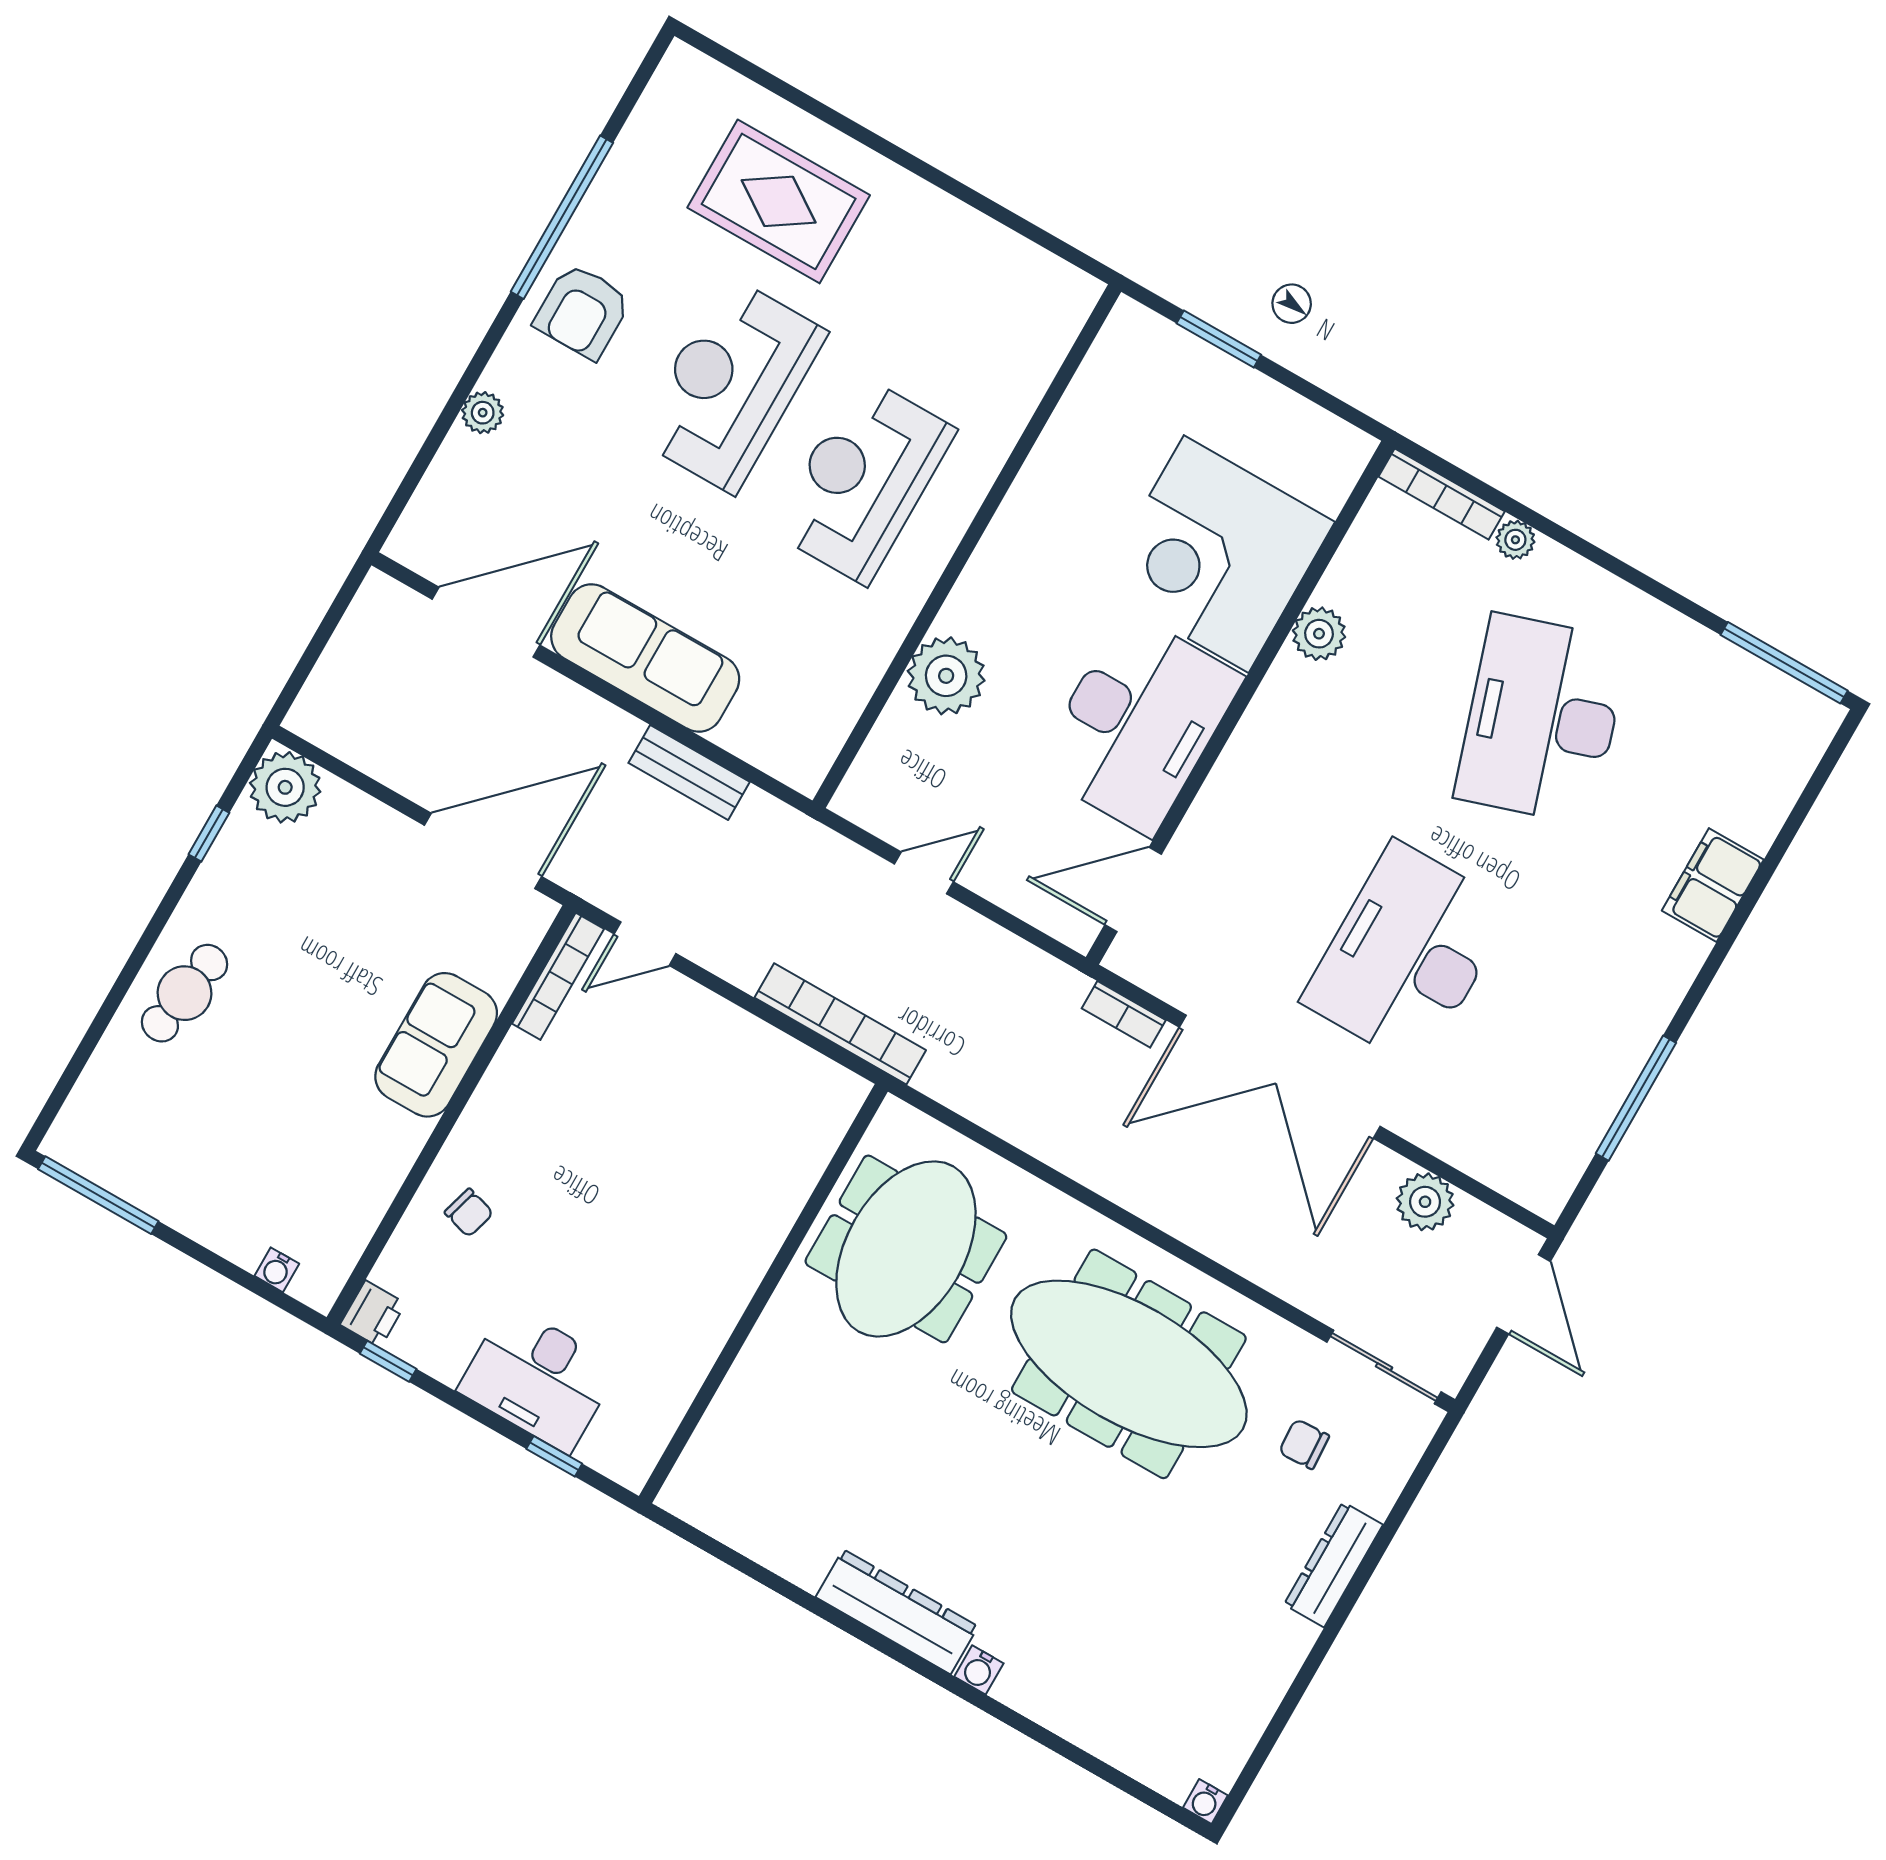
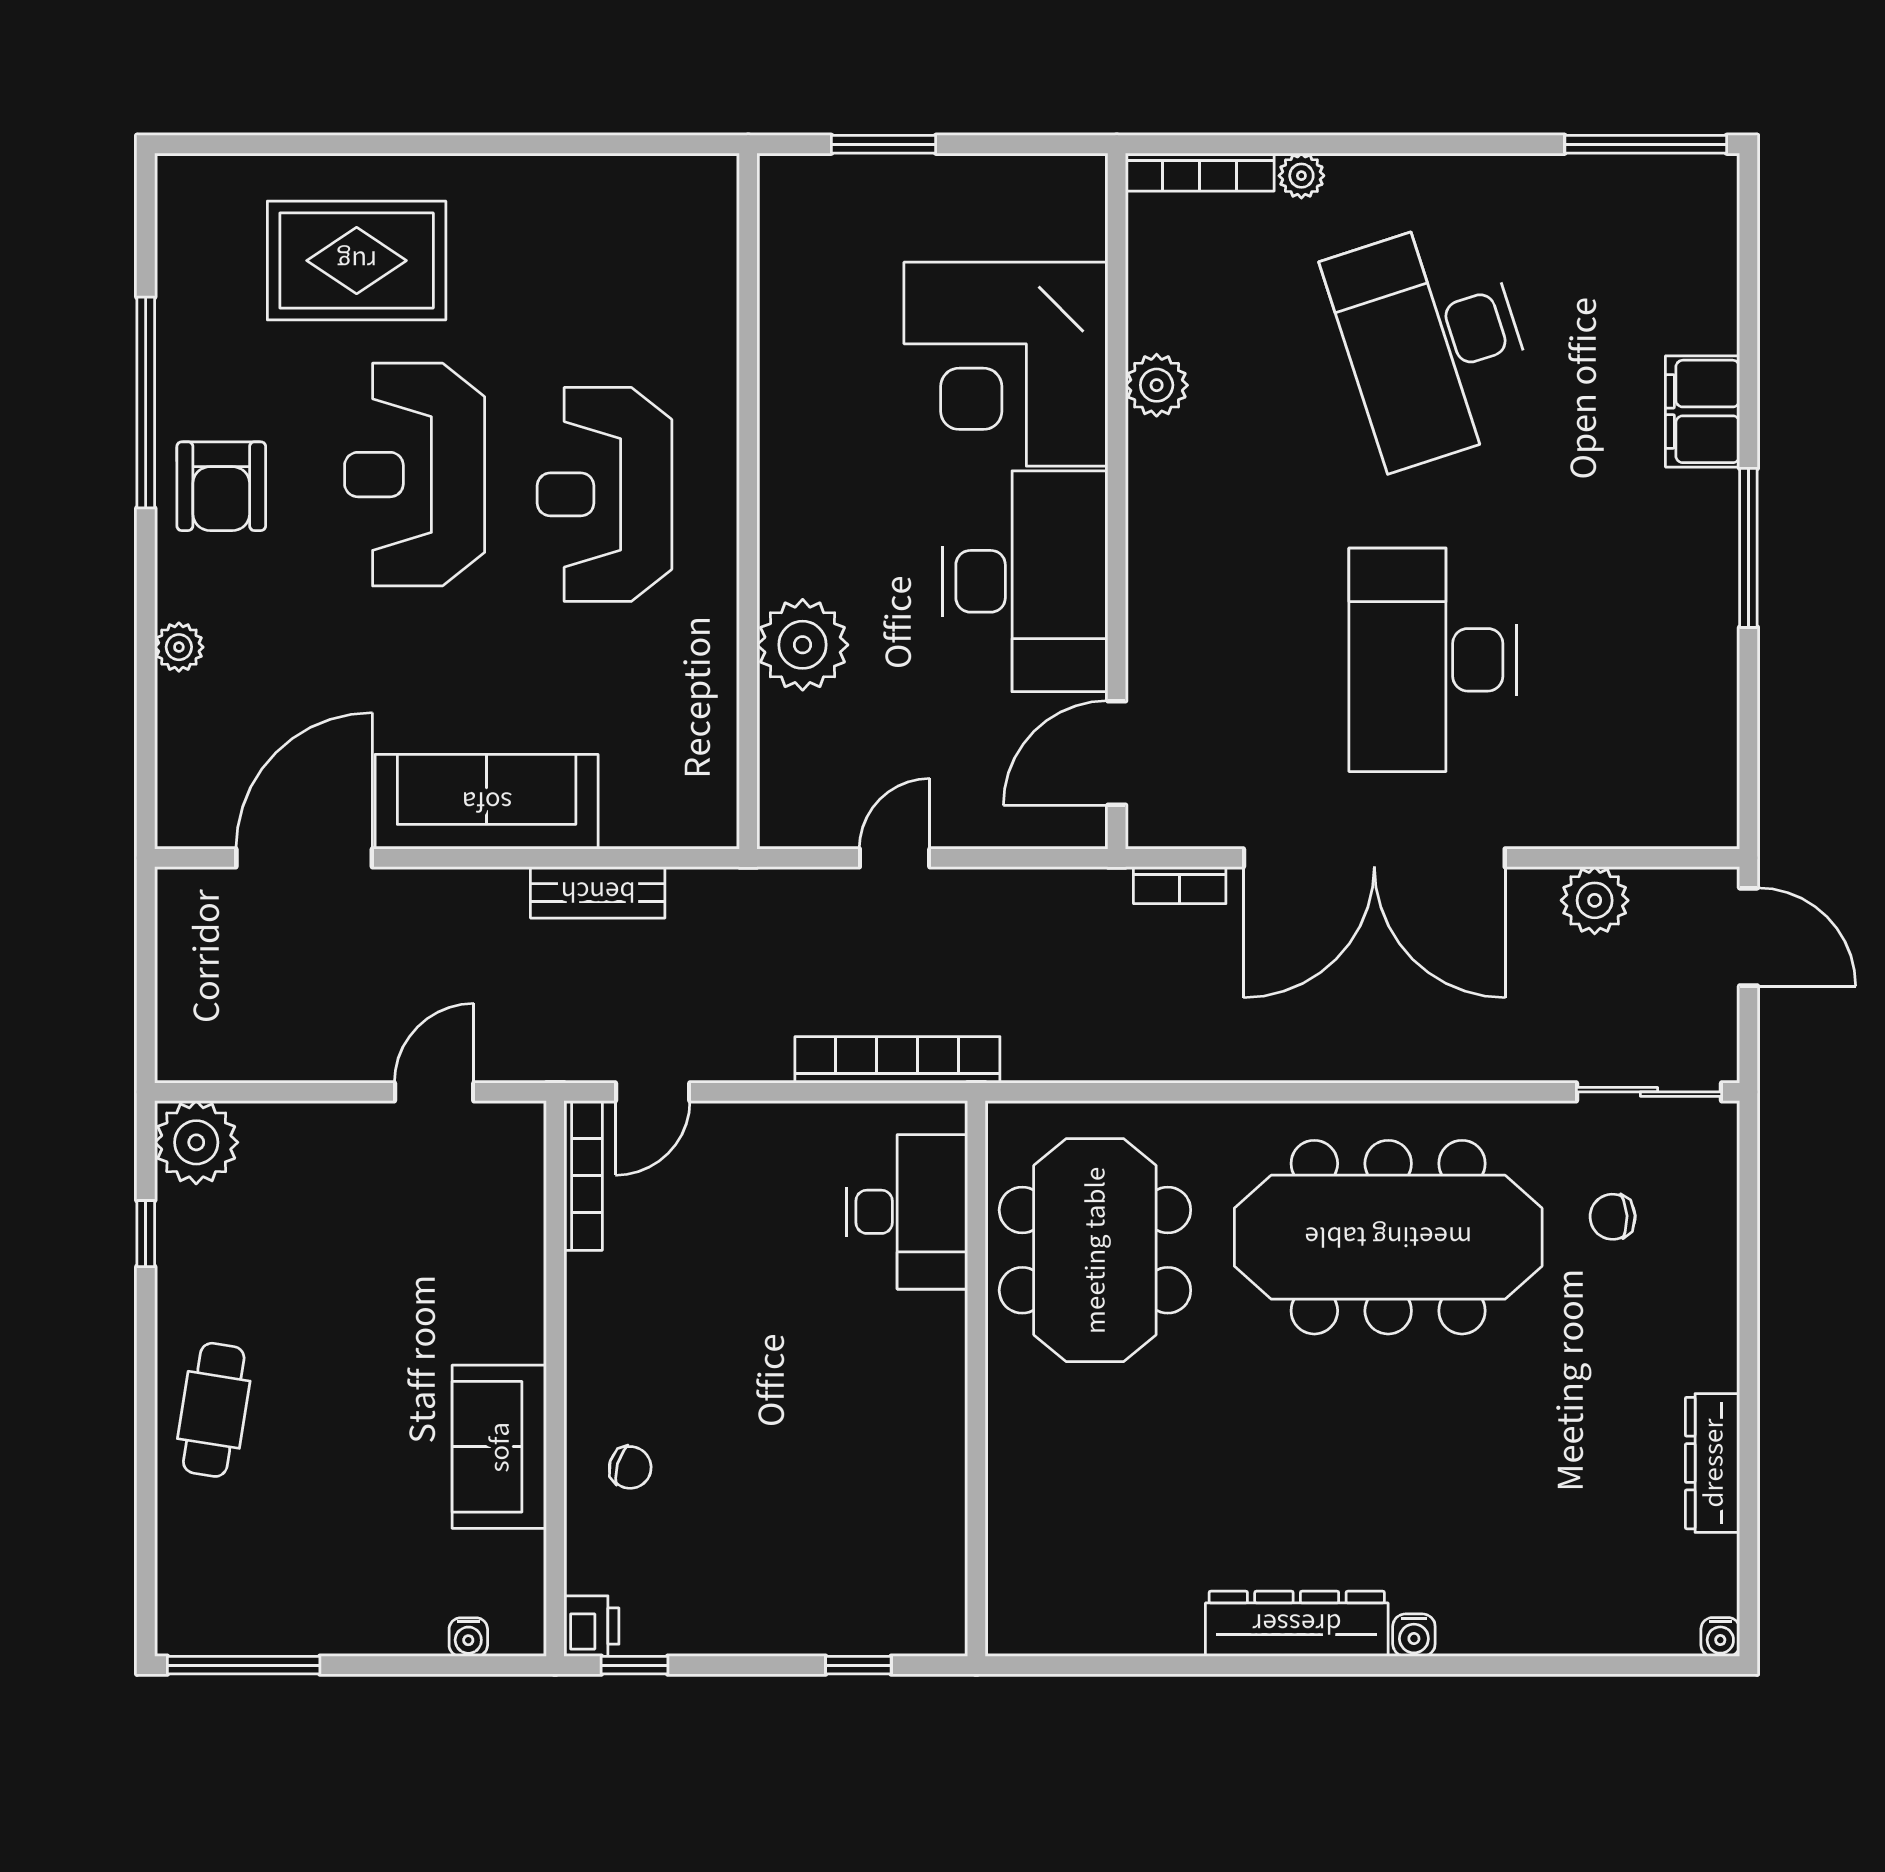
door: (483, 851) -> (434, 1092), width x0.53
sofa: (436, 1045) -> (499, 1447), moved
window: (1636, 1098) -> (1748, 548), moved
desk: (538, 1379) -> (907, 1212), moved, turned -90
dresser: (1333, 1565) -> (1713, 1463), moved

